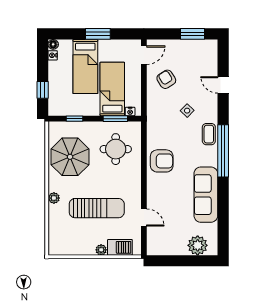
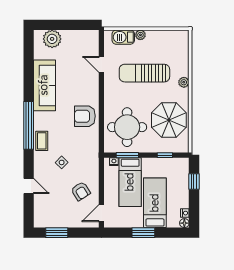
round table: (116, 149) -> (127, 127), width x1.36, depth x1.36

